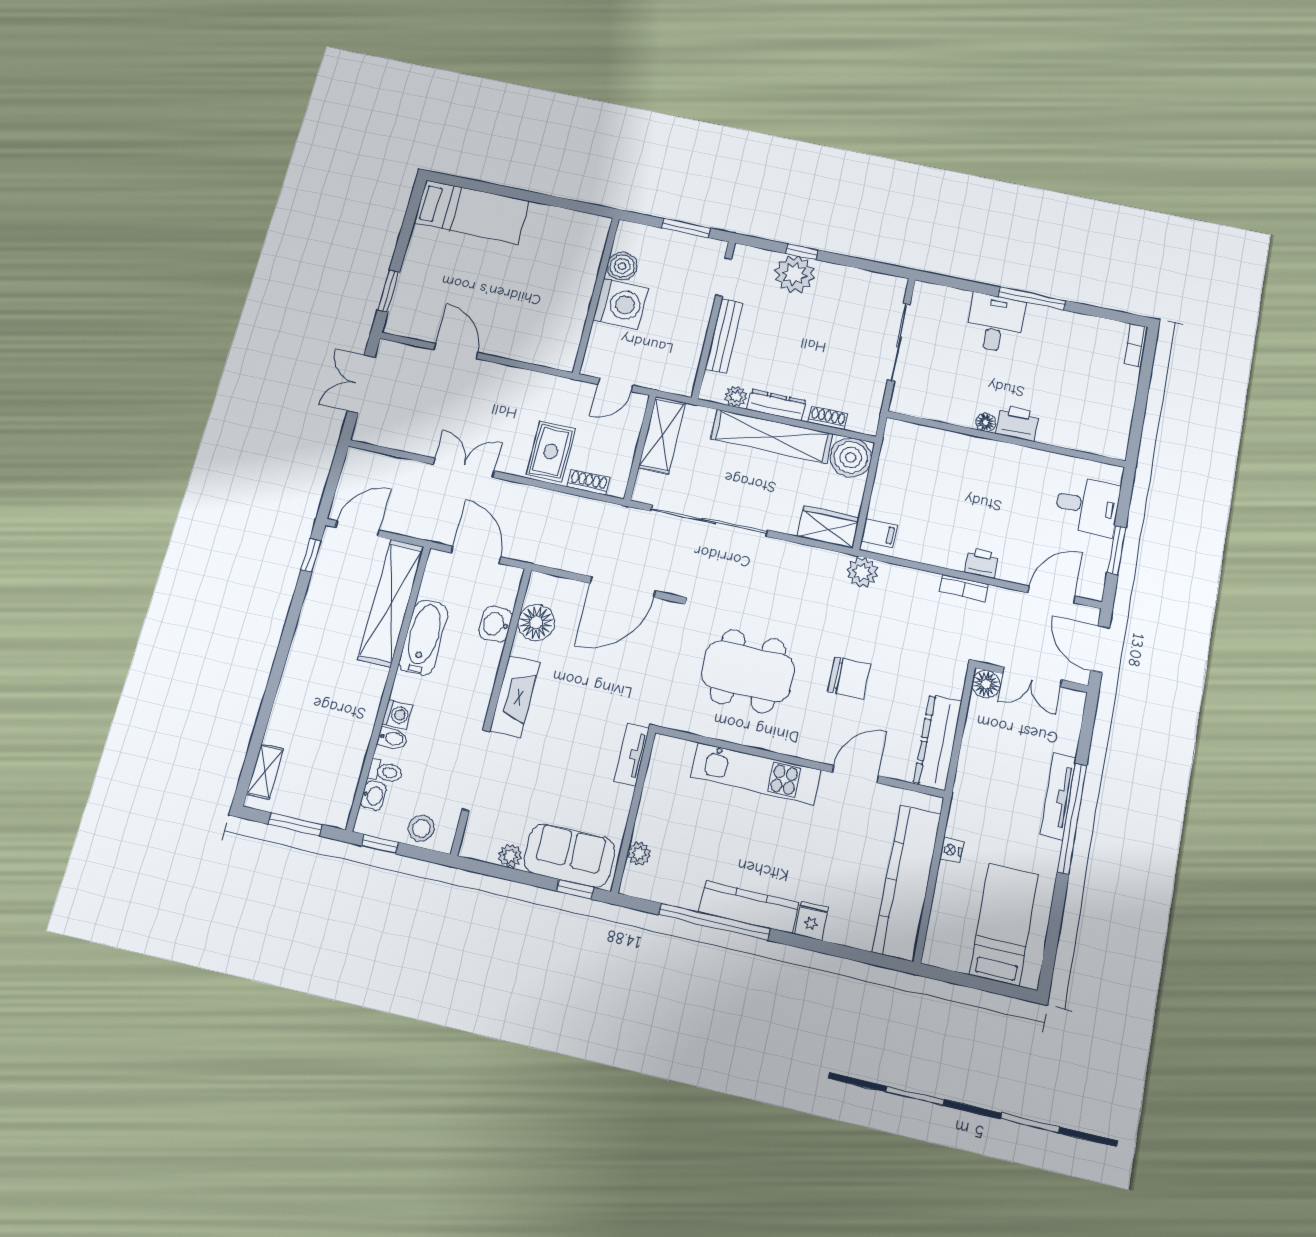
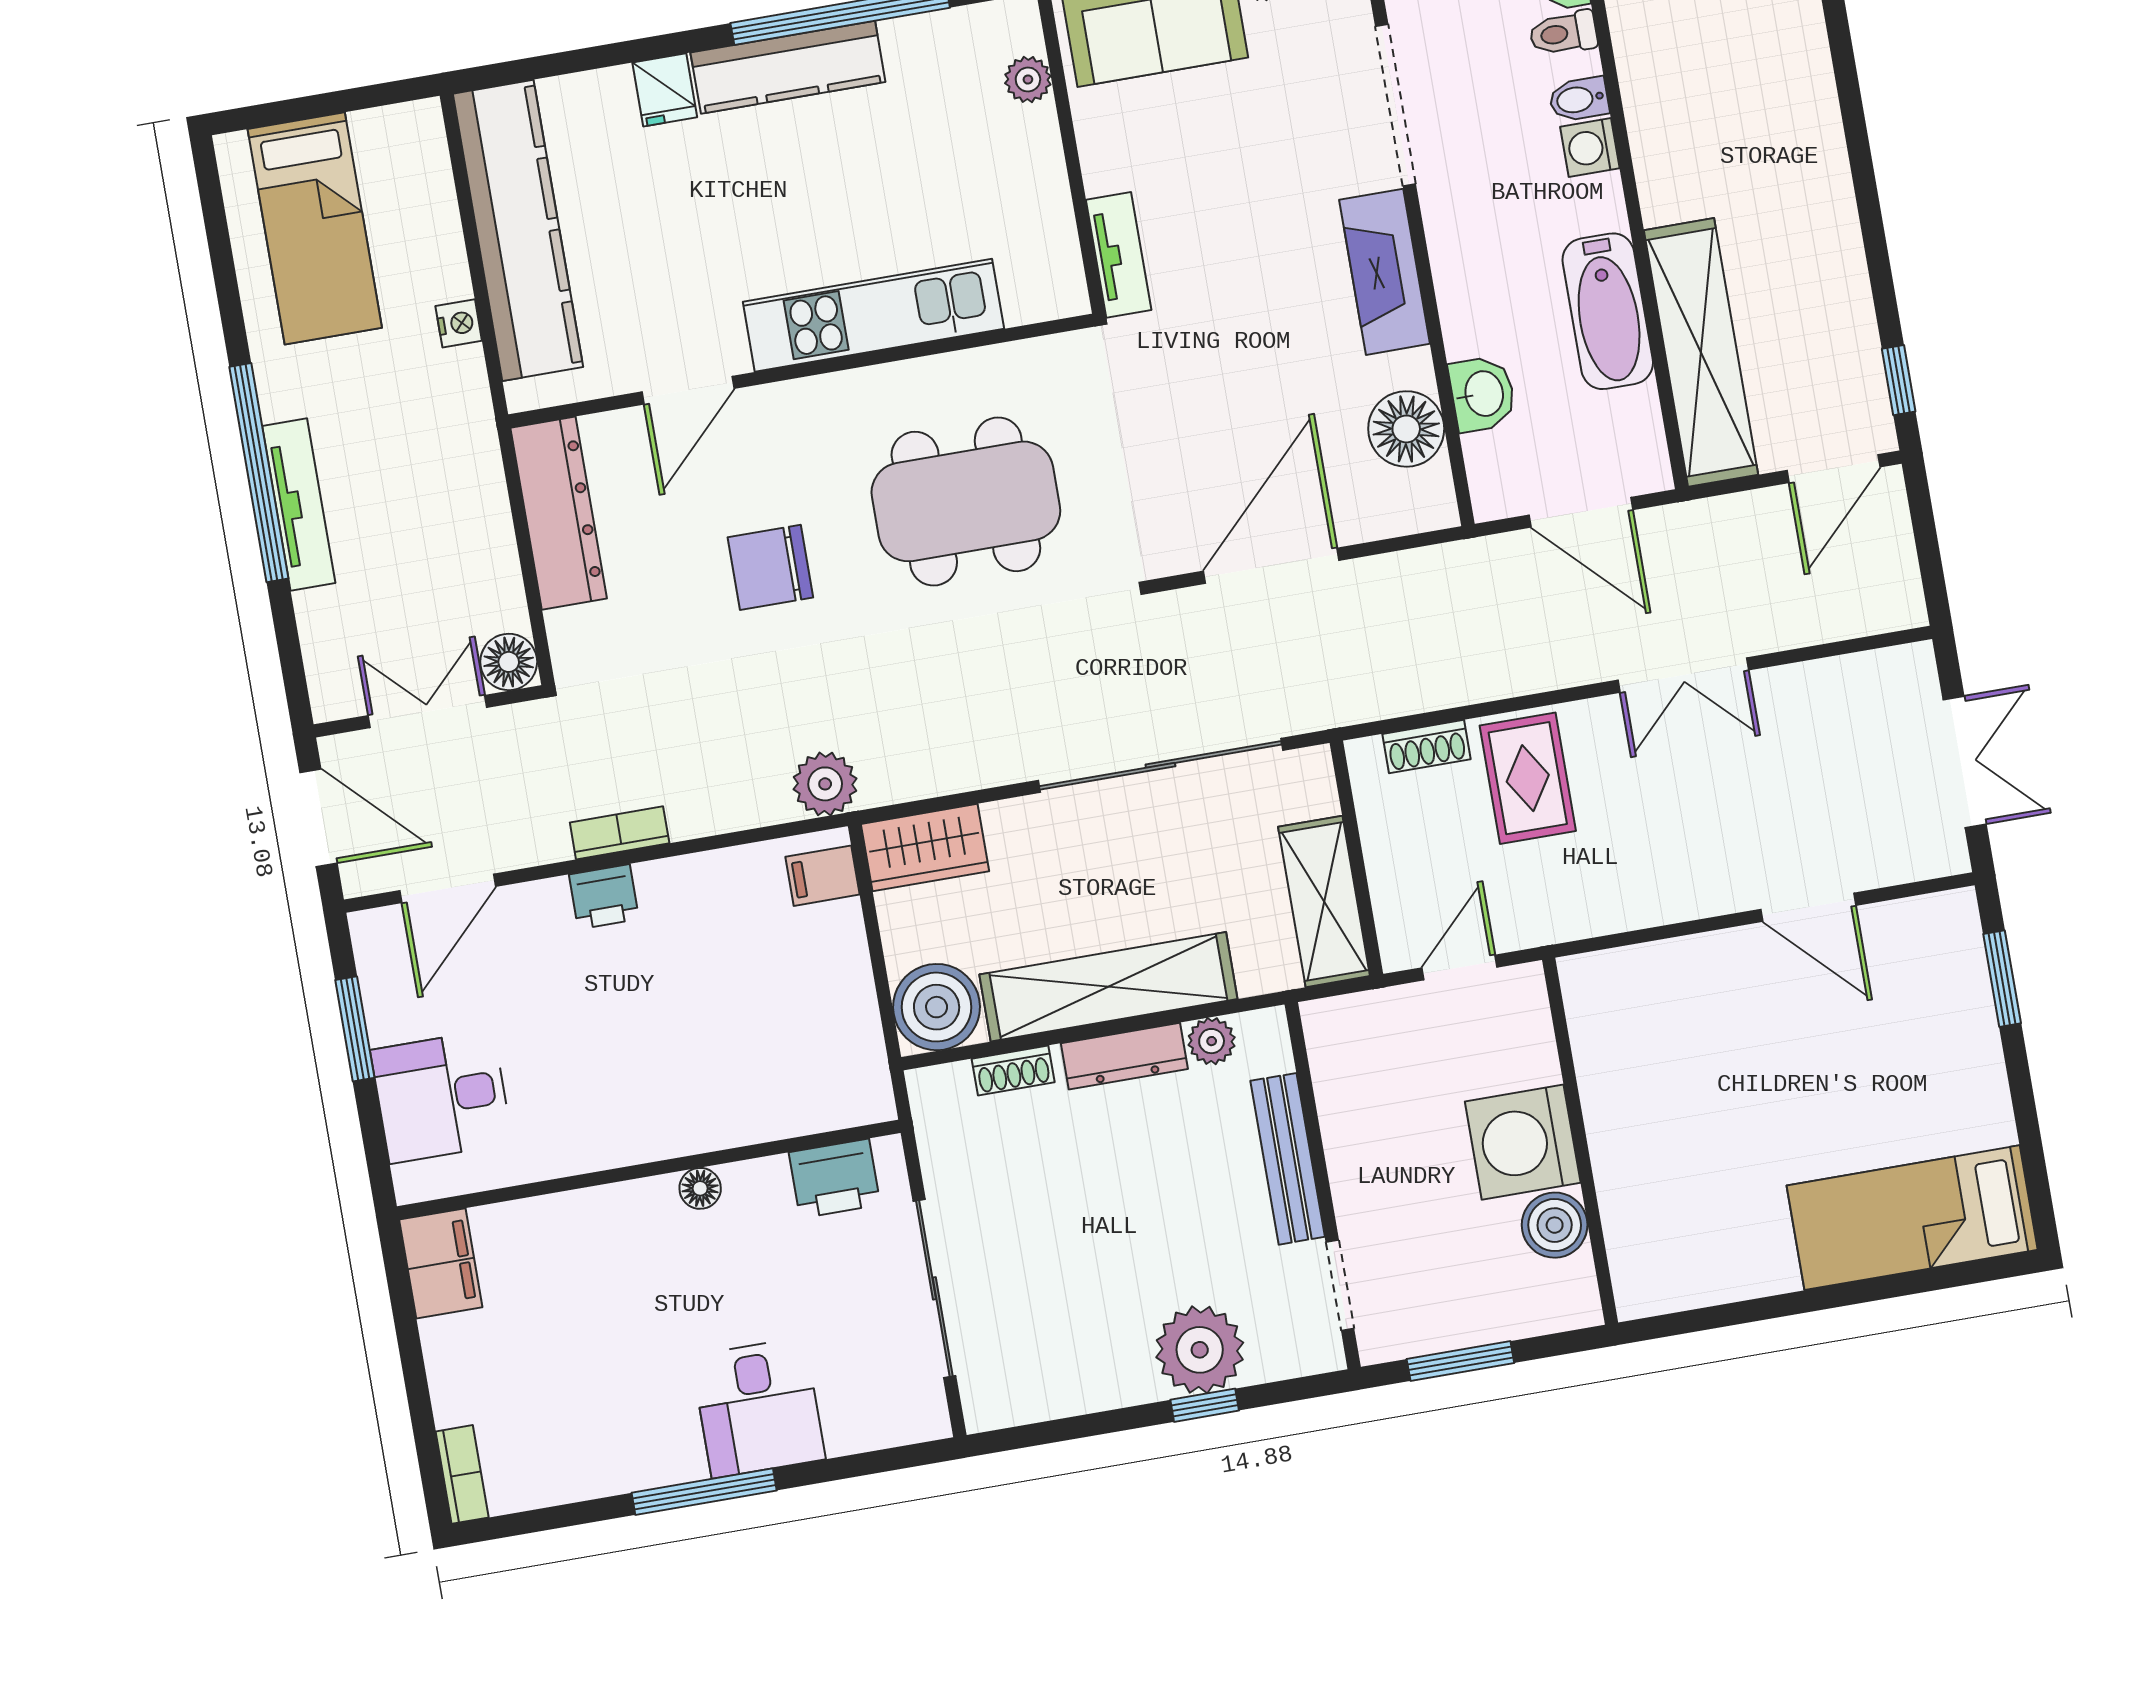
printer: (1017, 423) -> (835, 1178), moved
filing cabinet: (1114, 436) -> (441, 1263), added

